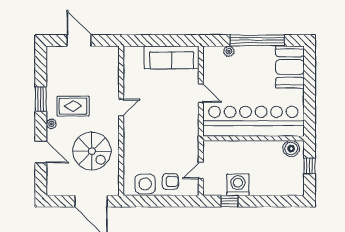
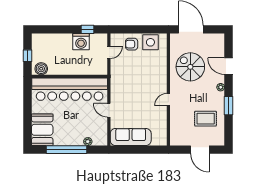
rug: (73, 106) -> (206, 119), moved

